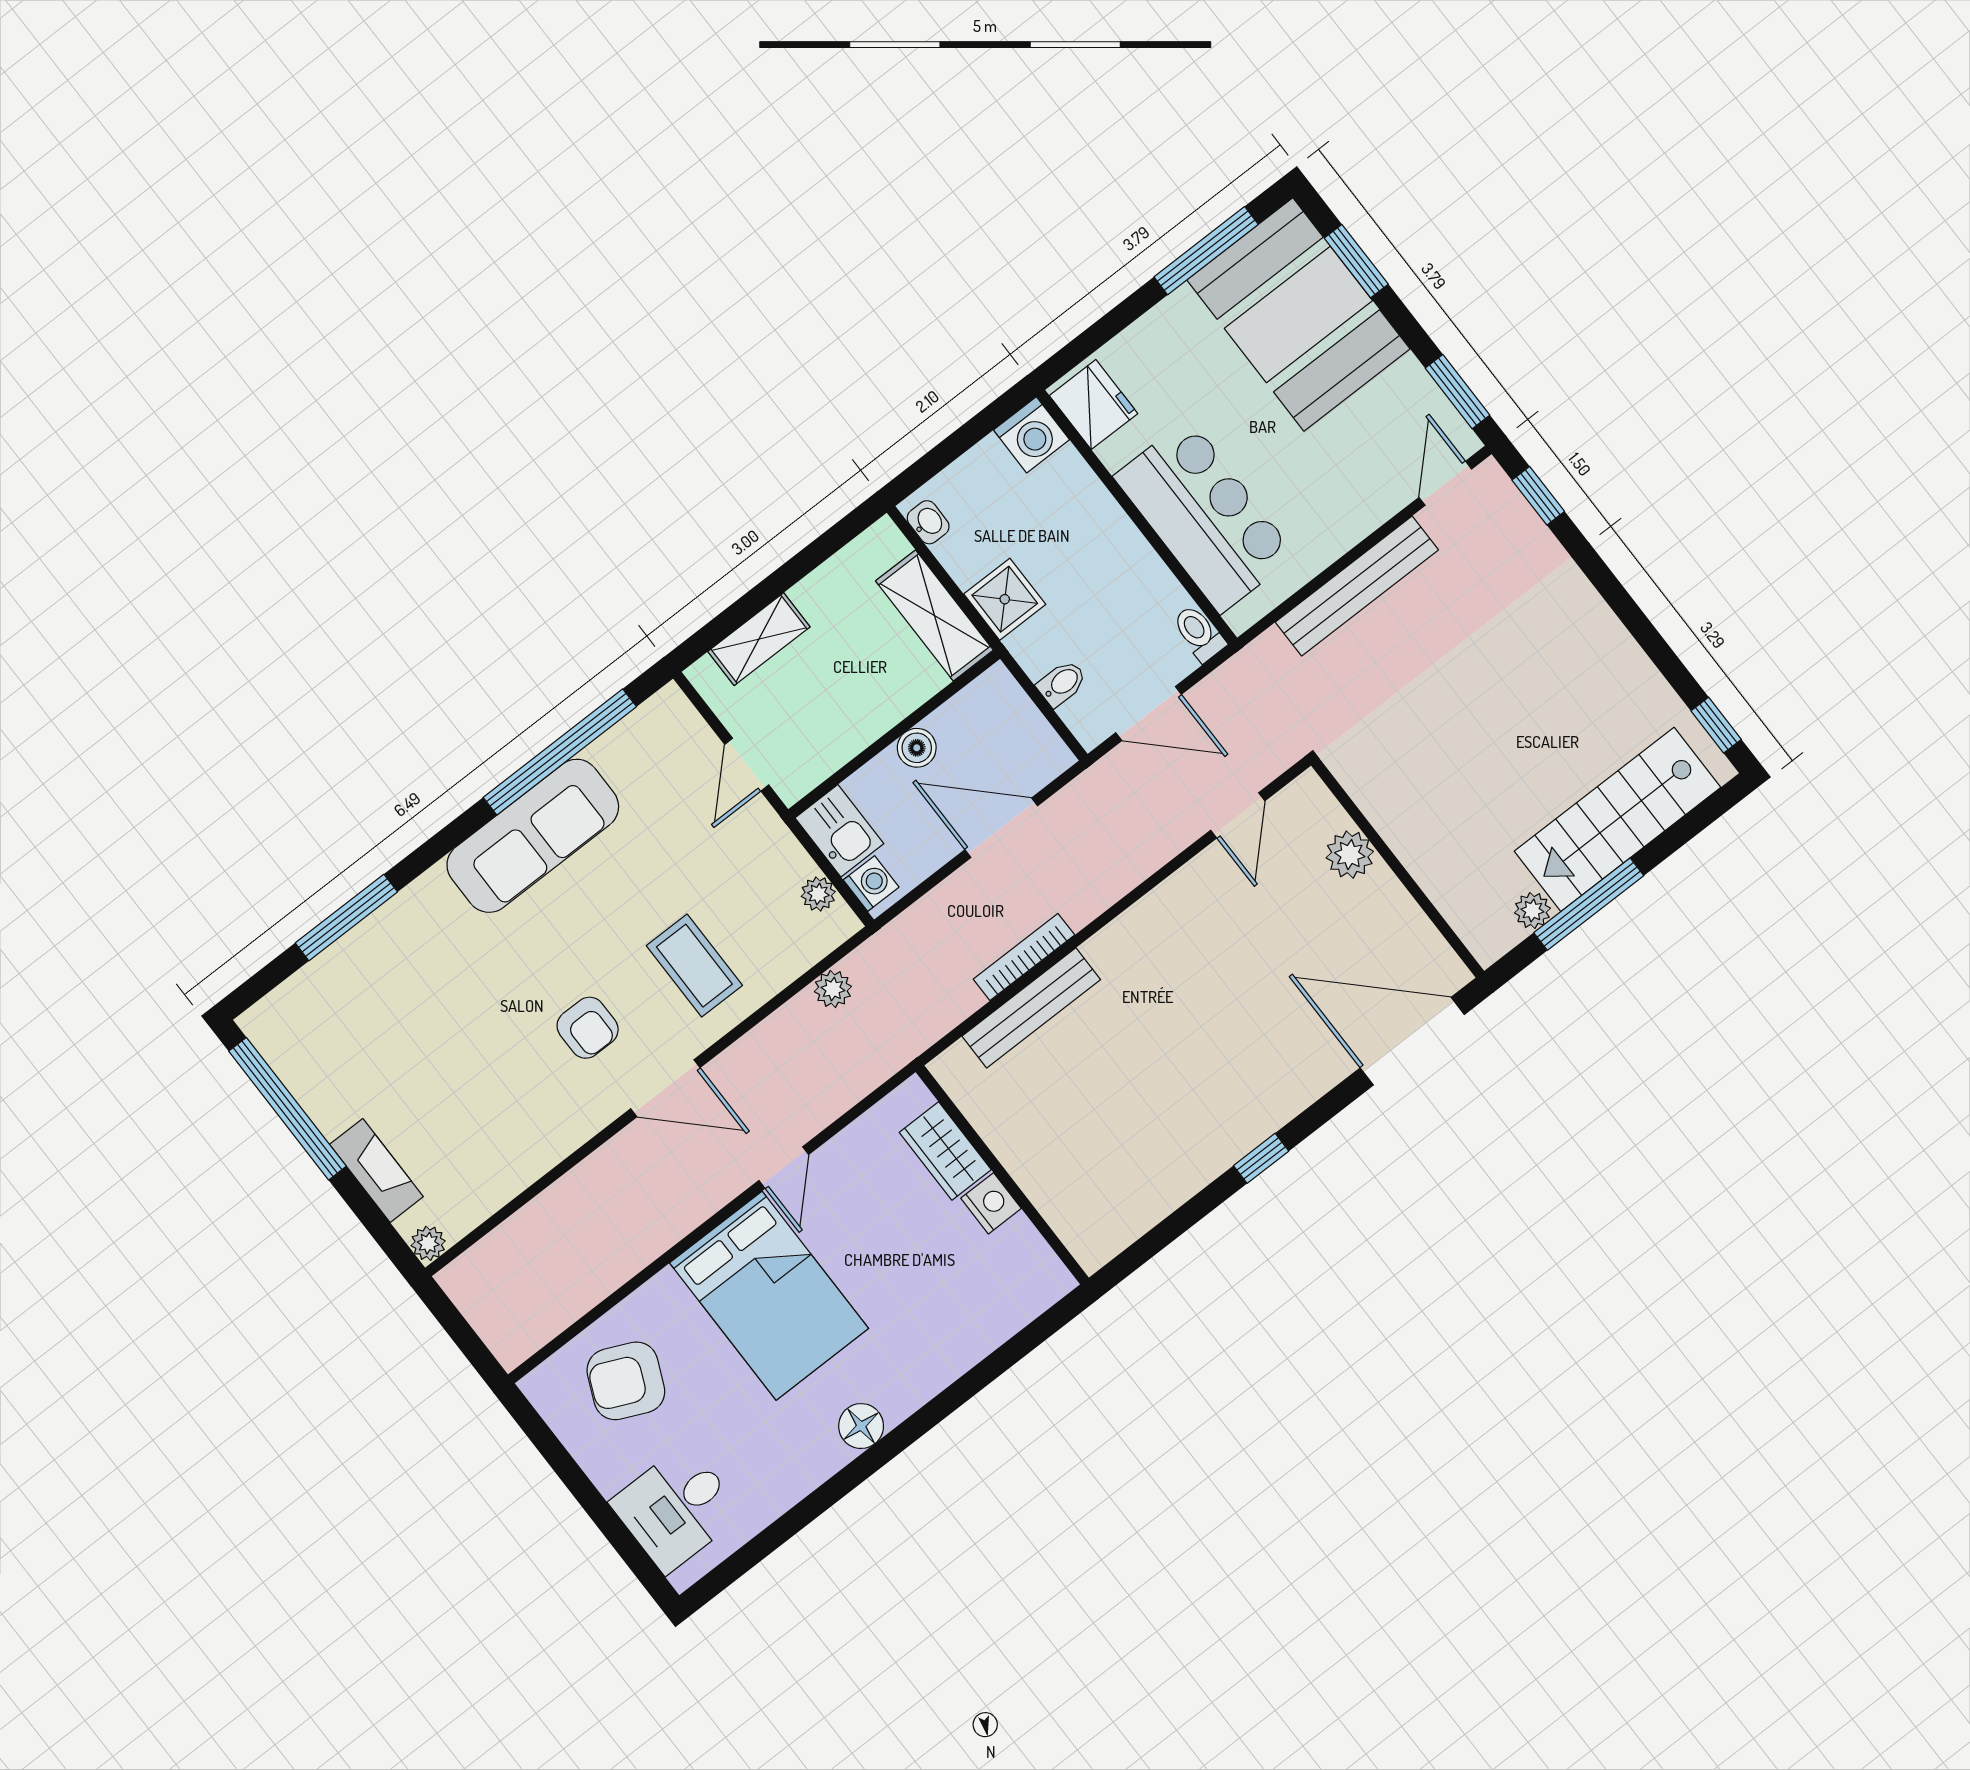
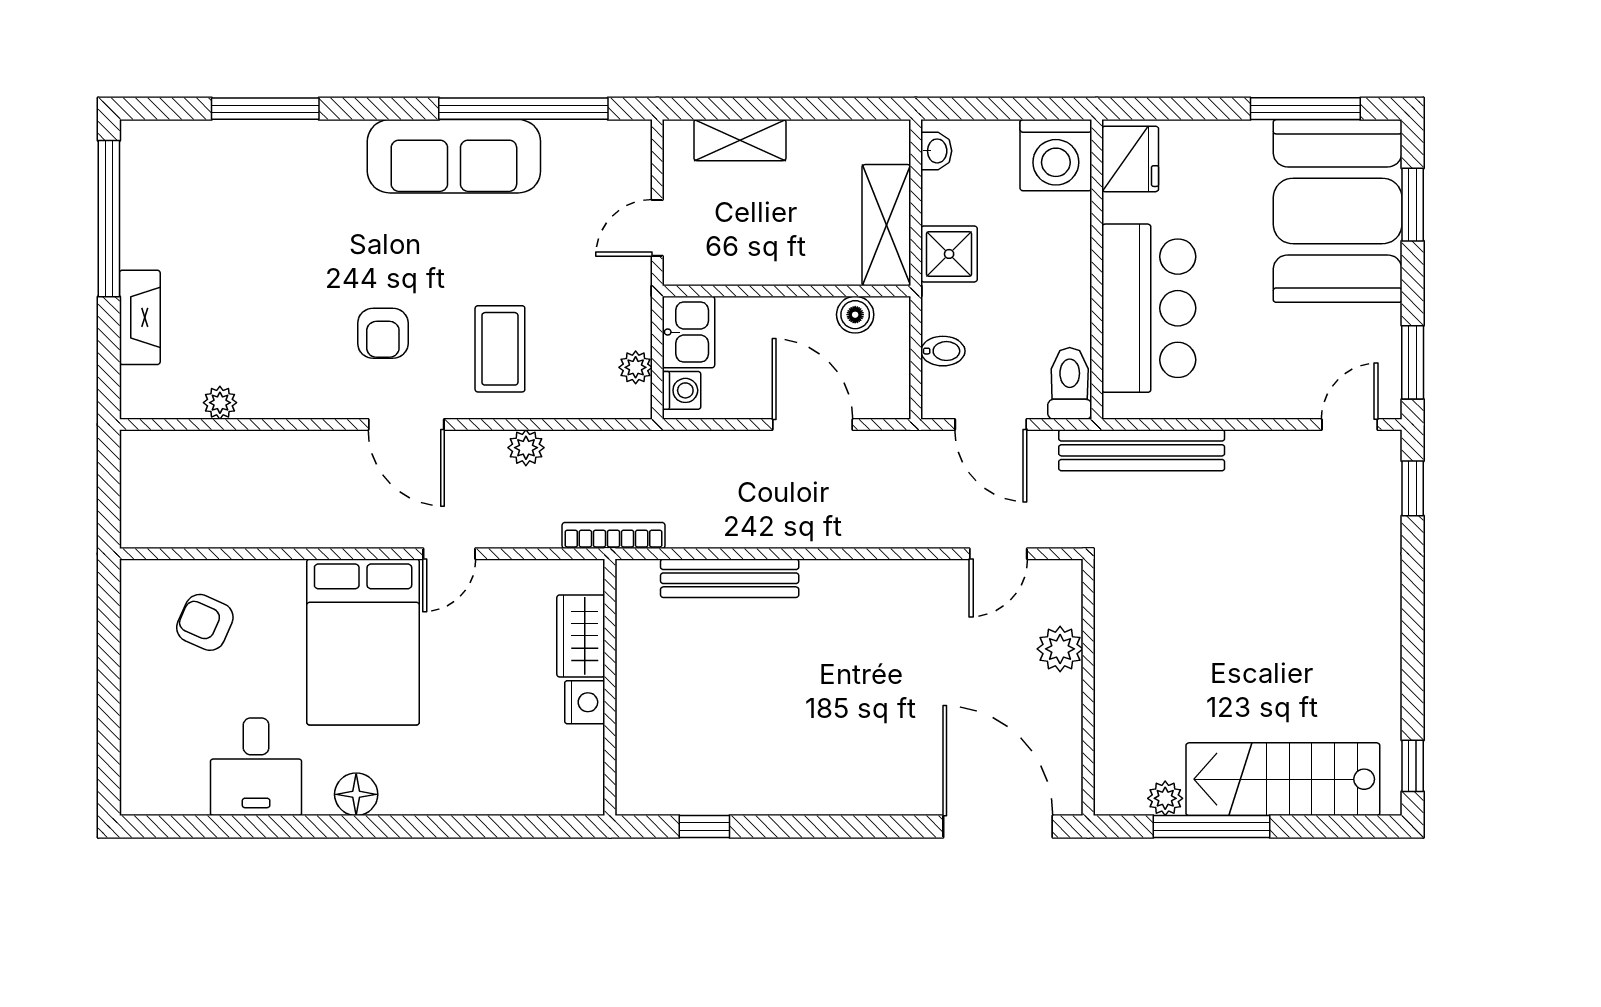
washing machine: (1031, 435) -> (1056, 155), width x1.37, depth x1.37
bench: (1357, 586) -> (1142, 450), moved
toilet: (1199, 633) -> (1070, 383), width x1.37, depth x1.39
boiler: (917, 748) -> (855, 315), moved
bookcase: (1024, 957) -> (614, 535), moved
plant: (833, 989) -> (526, 448), moved
window: (1261, 1158) -> (704, 826), moved
plant: (428, 1243) -> (220, 403), moved
armchair: (626, 1381) -> (205, 622), width x0.72, depth x0.72
desk: (676, 1508) -> (256, 767), moved, turned -90

